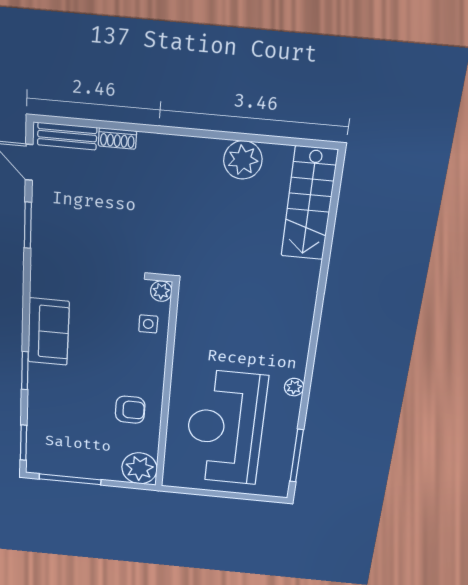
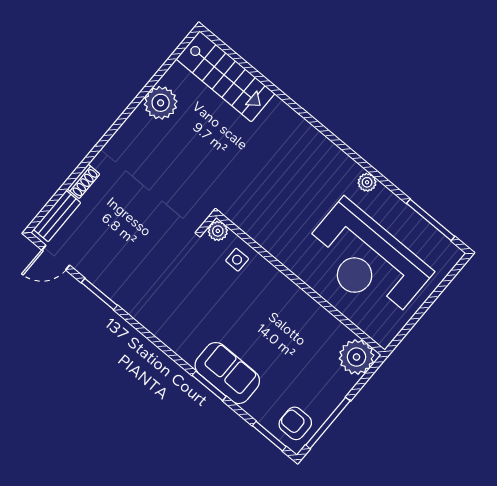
sofa: (48, 332) -> (227, 373), moved
armchair: (130, 410) -> (295, 423), moved, turned -90

